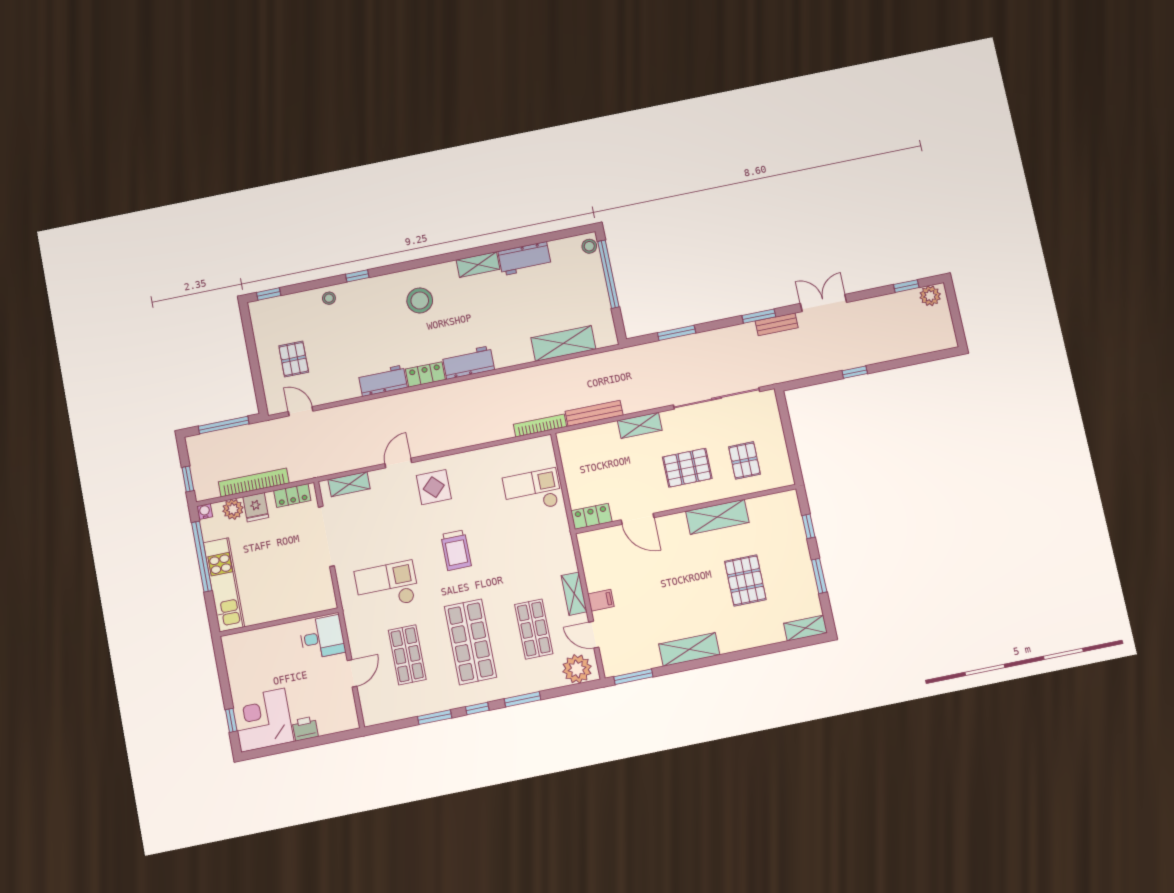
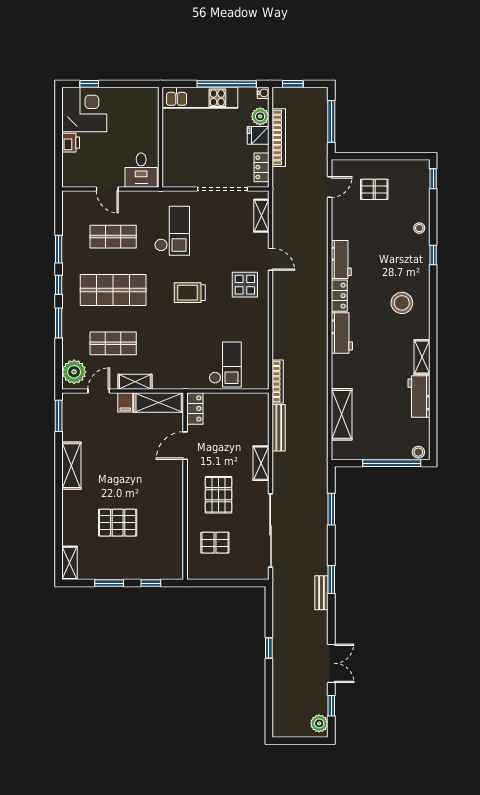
double door: (824, 303) -> (331, 663), moved
shelving: (717, 517) -> (159, 402), moved, turned 90

